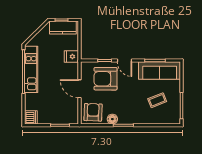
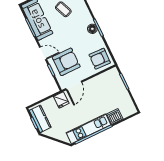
door: (124, 61) -> (43, 53), hinge flipped
armchair: (106, 79) -> (66, 62), turned -90
door: (79, 89) -> (74, 85), moved
dishwasher: (31, 117) -> (115, 116), moved
floor lamp: (112, 119) -> (92, 29), moved

